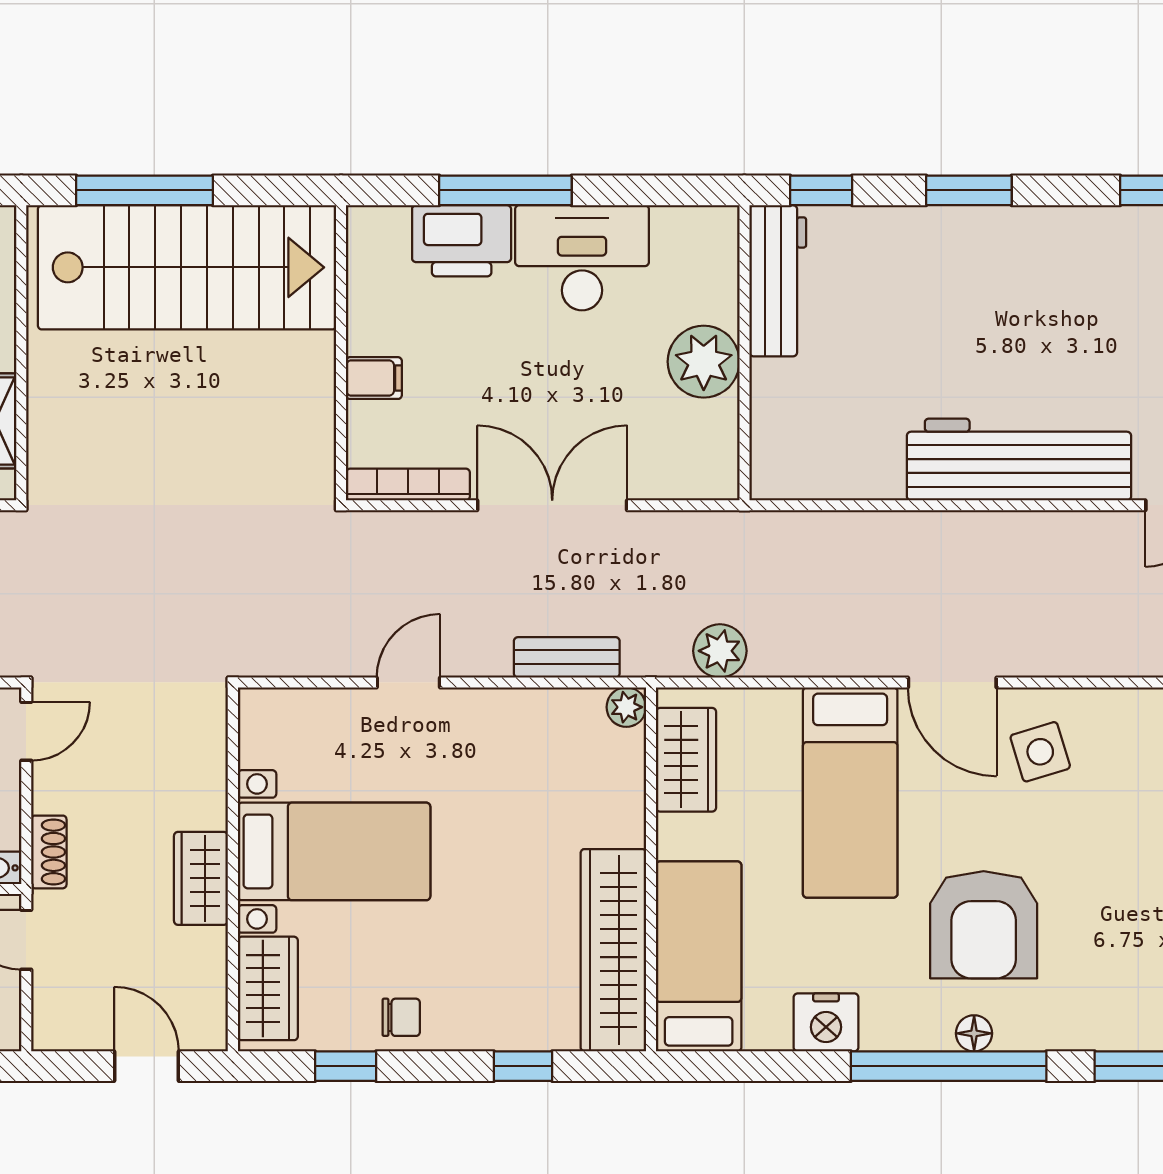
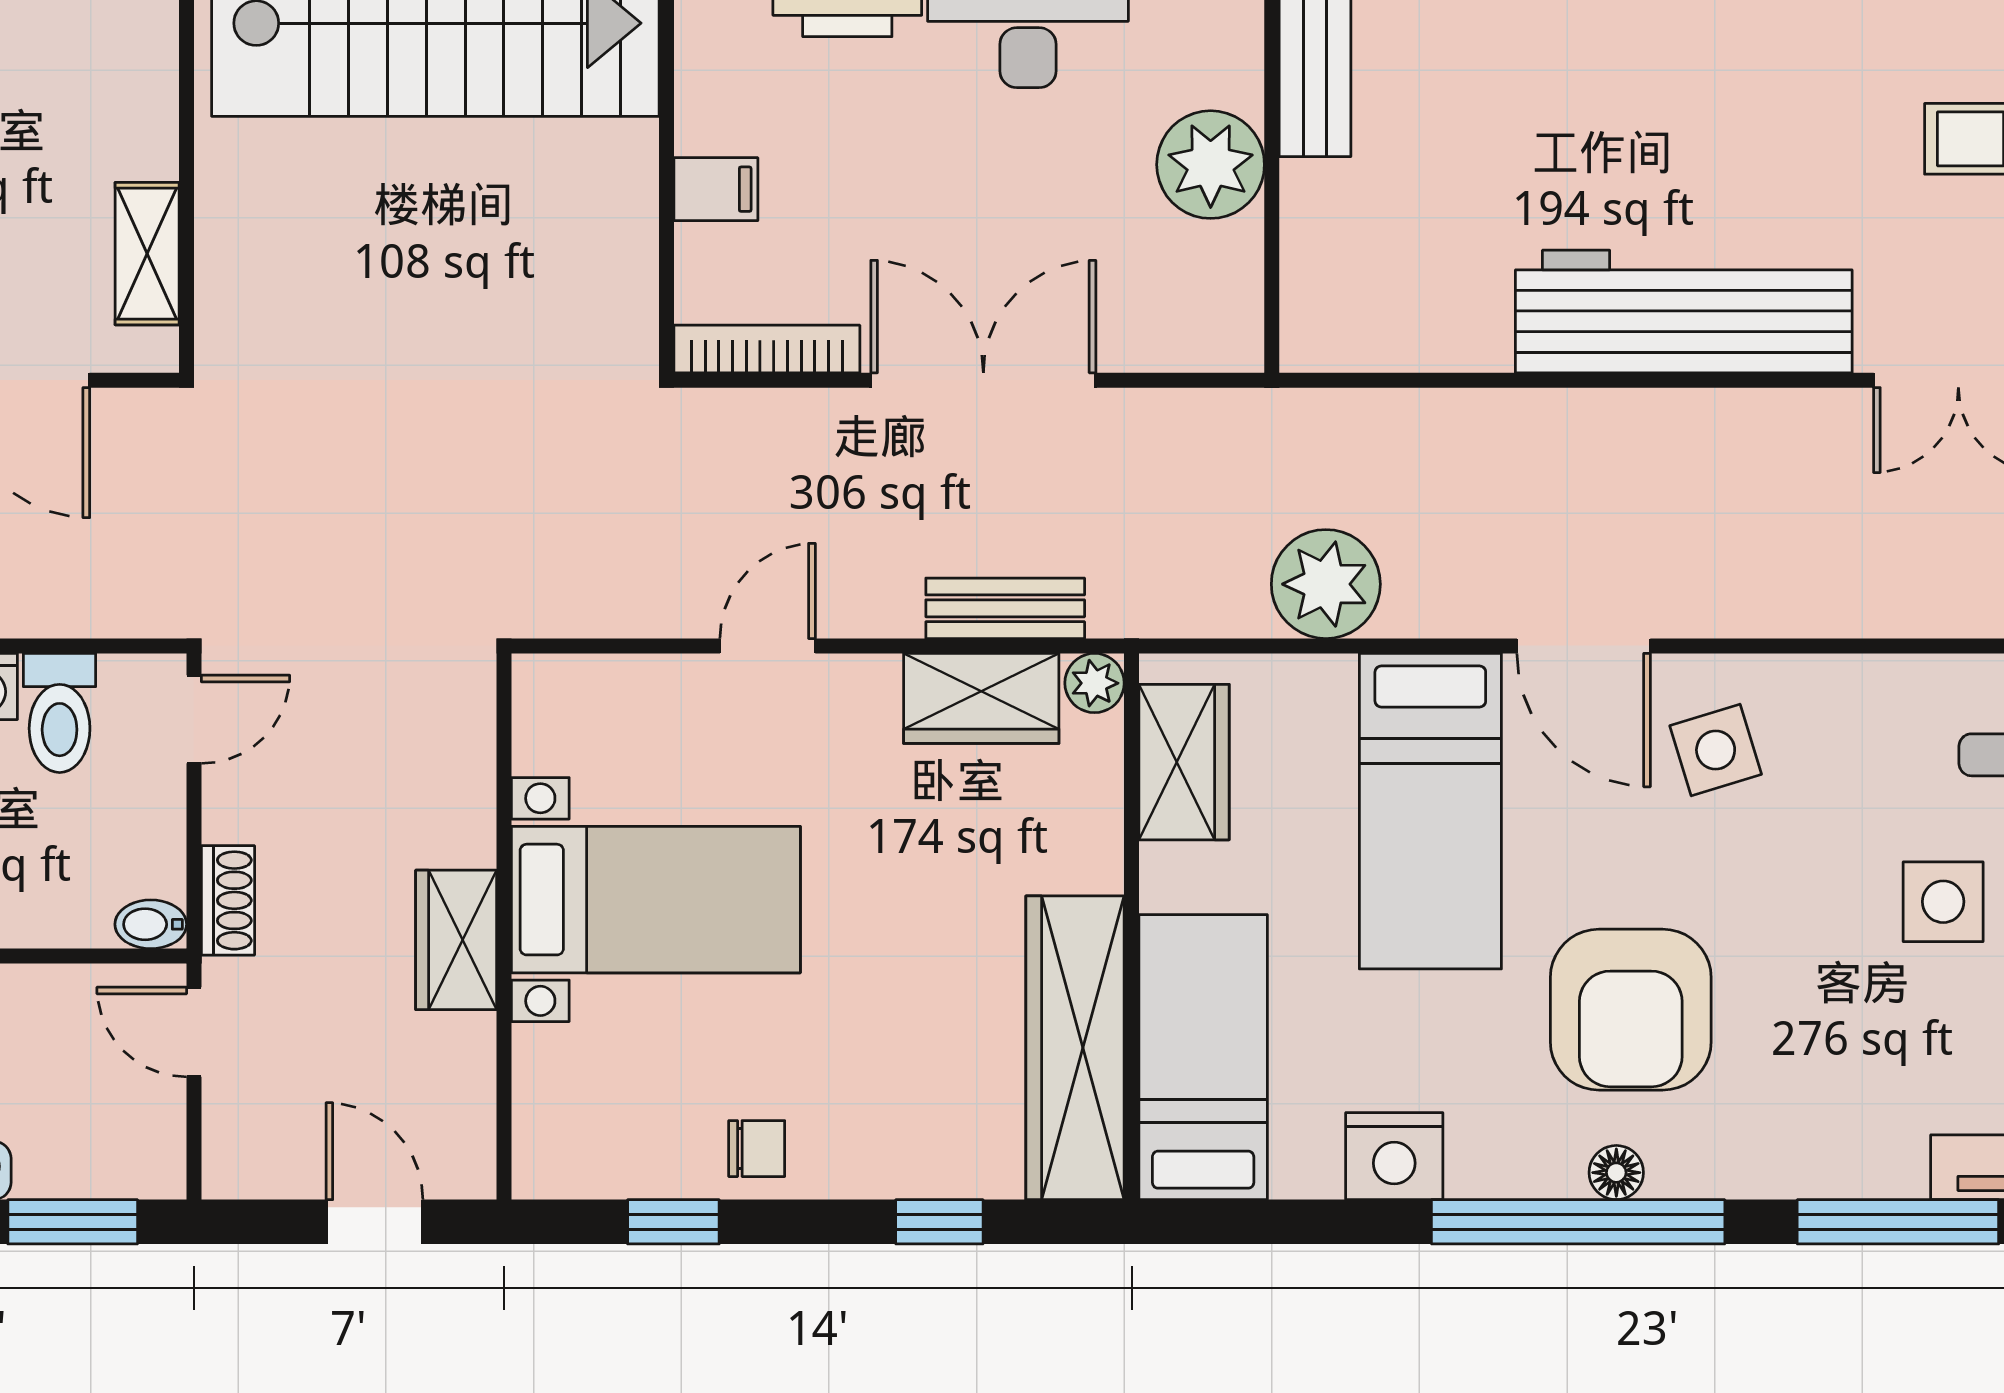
plant: (720, 651) -> (1326, 584), moved, width x1.36, depth x1.36
wardrobe: (268, 988) -> (981, 698), moved, turned 90

